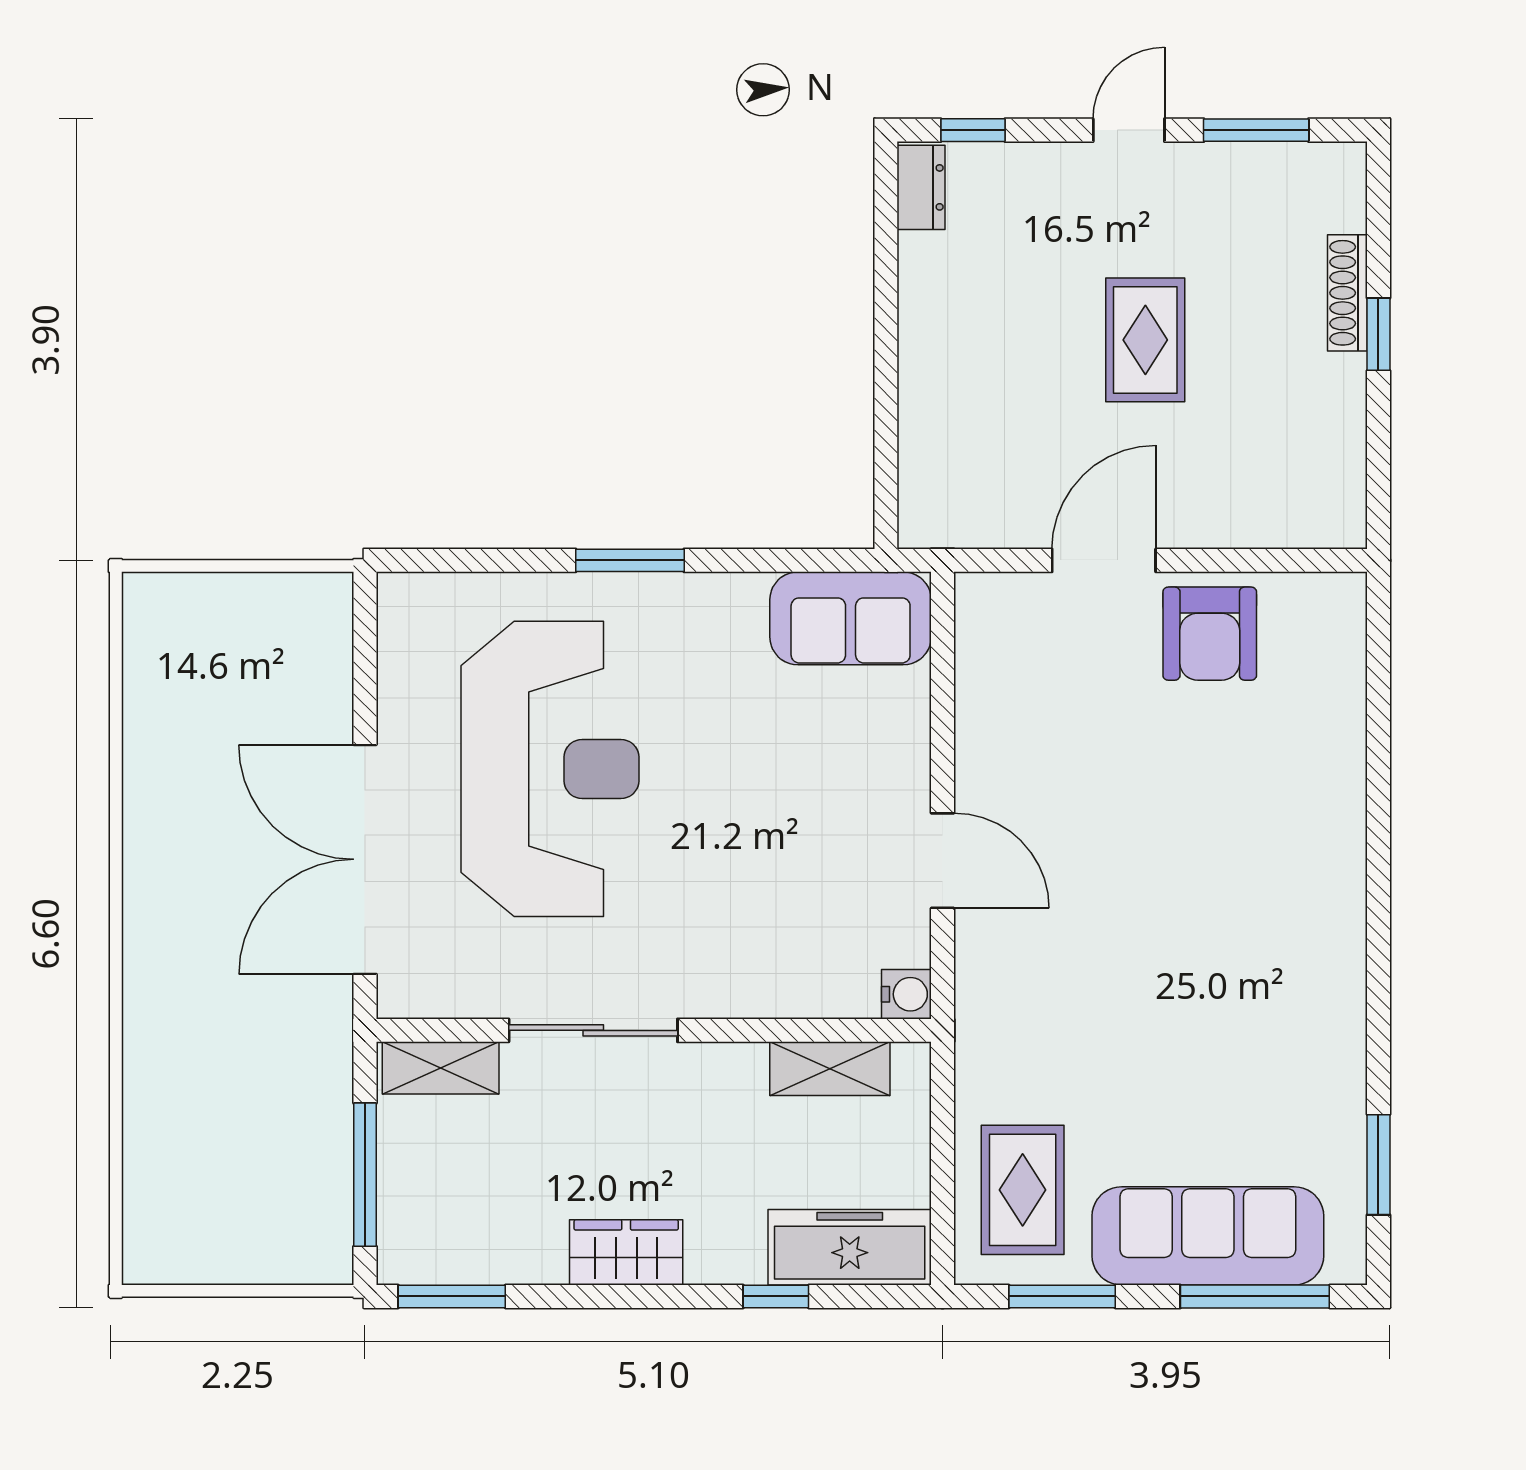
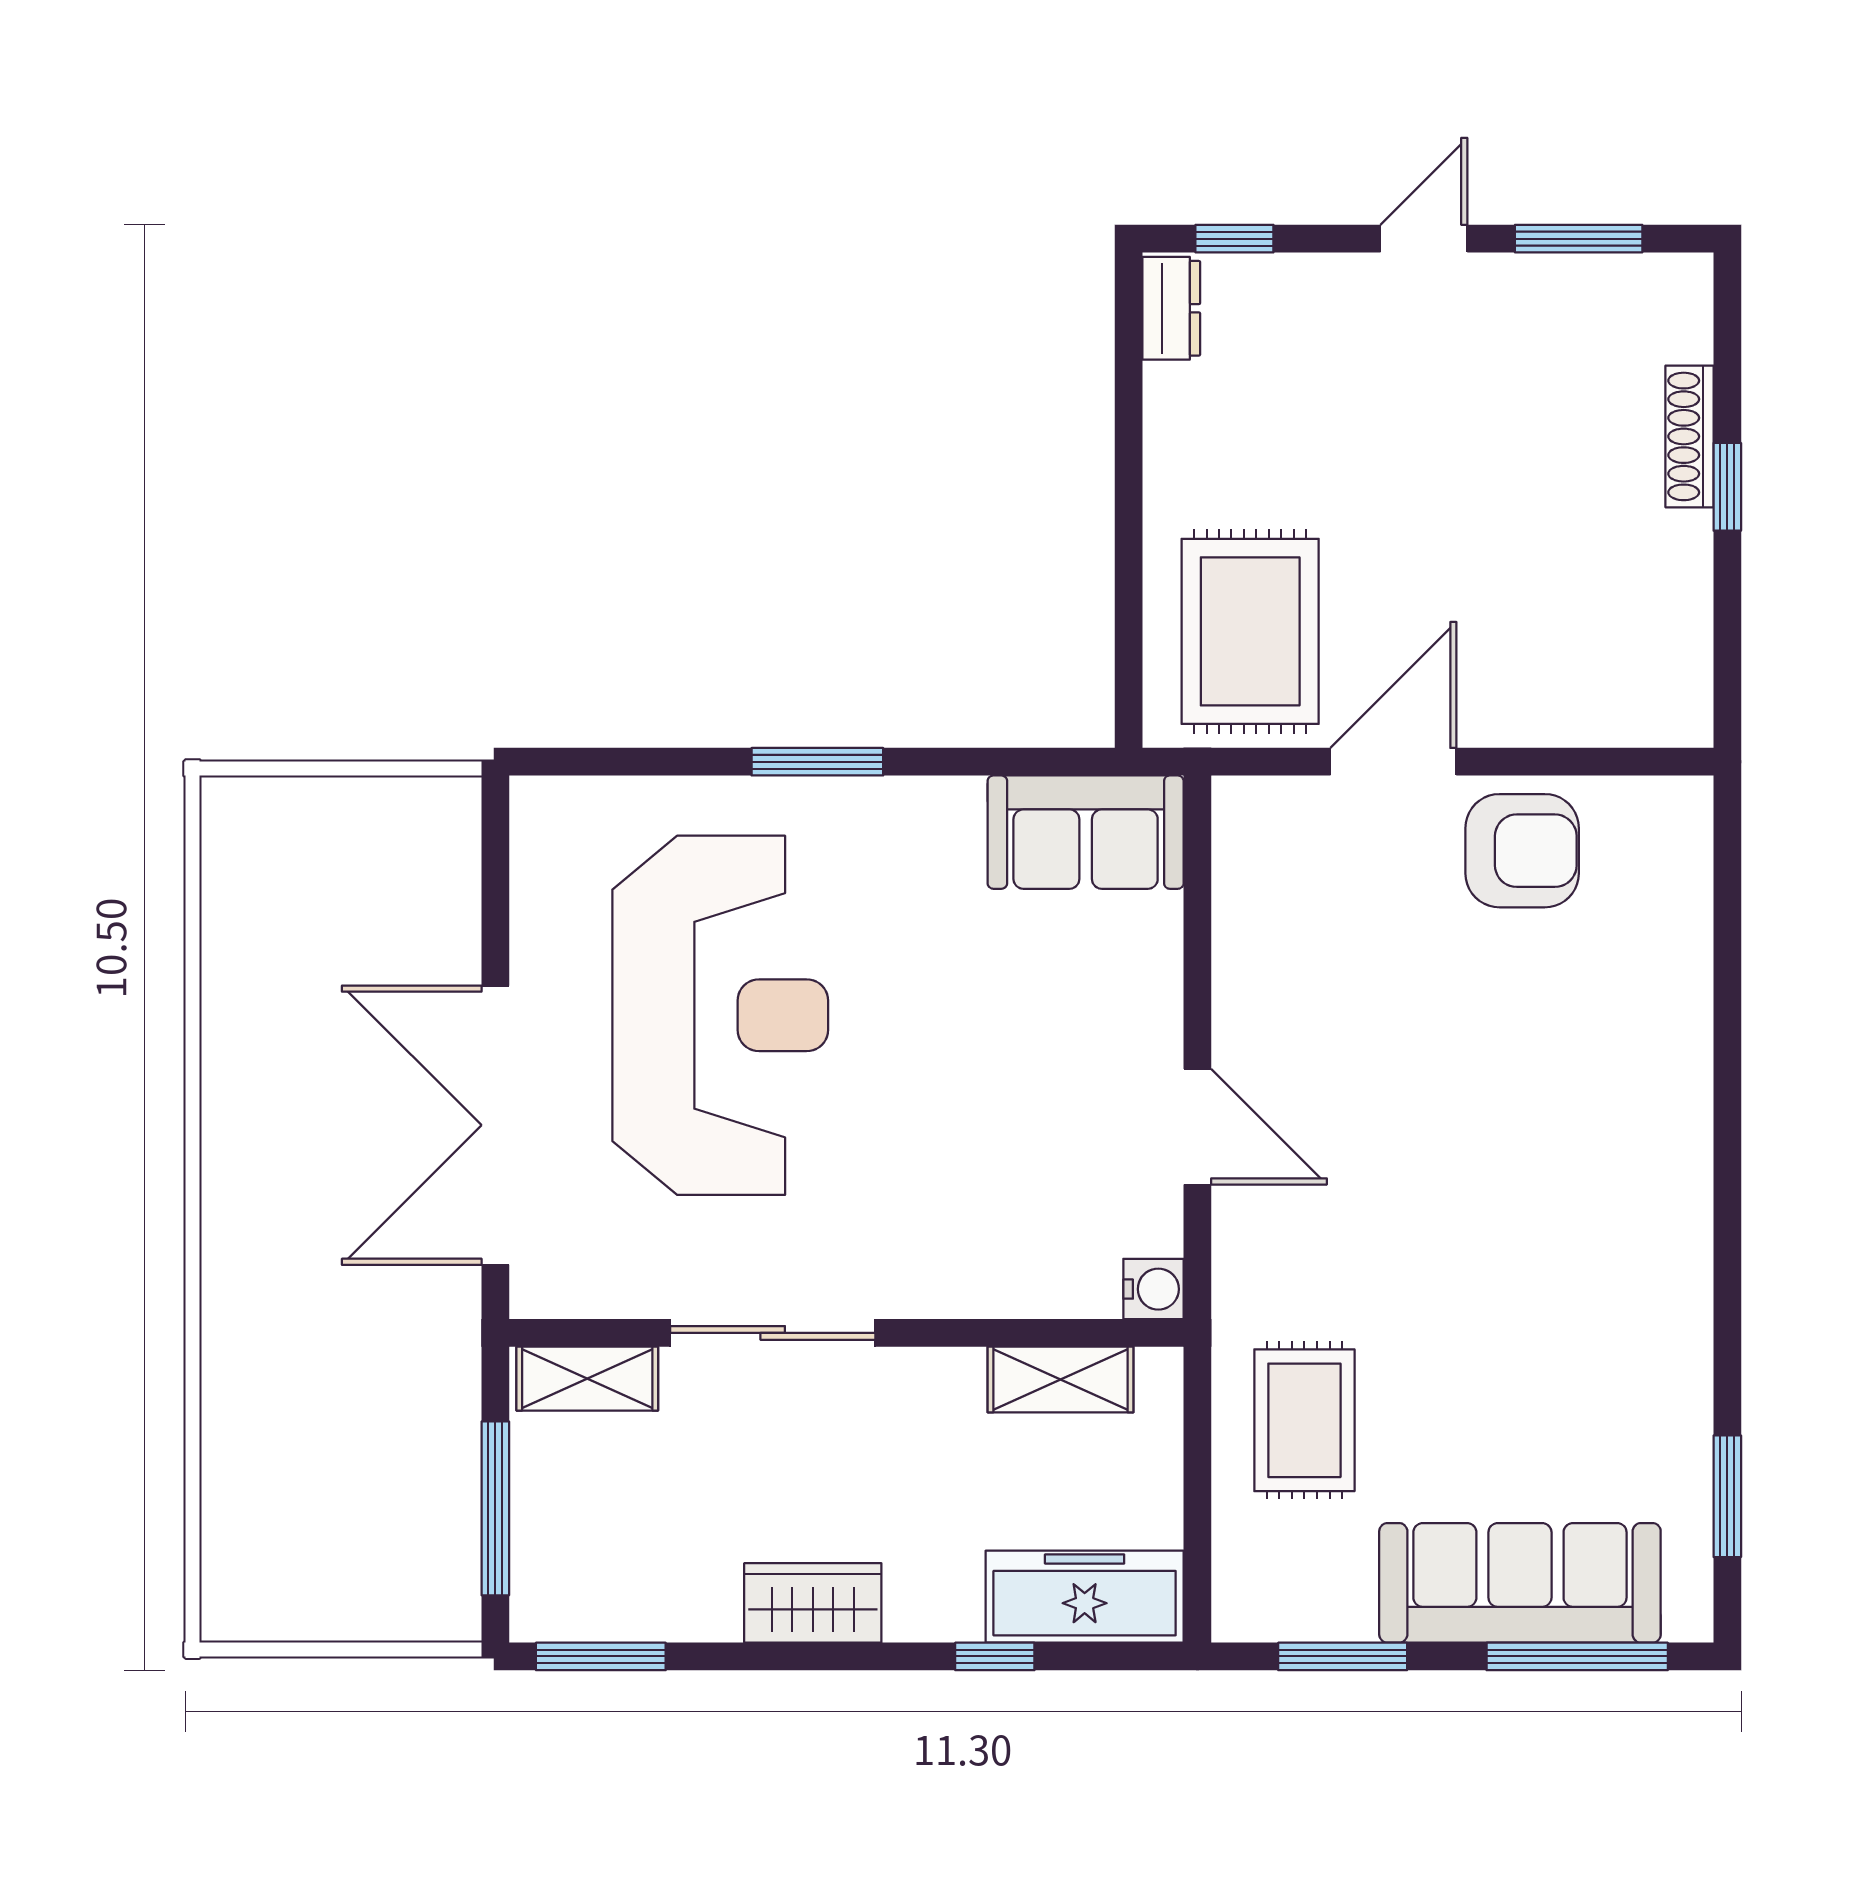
rug: (1145, 340) -> (1250, 631), moved, width x1.36, depth x1.43
armchair: (1210, 634) -> (1522, 851), turned -90
rug: (1023, 1190) -> (1304, 1420), moved

